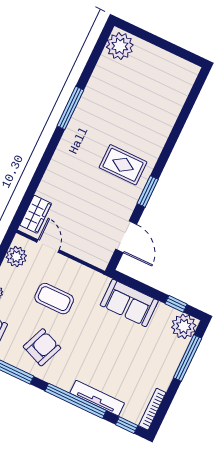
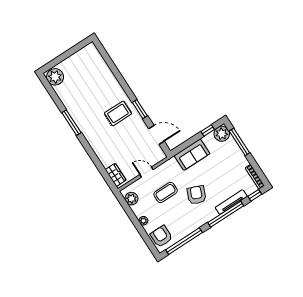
door: (48, 246) -> (146, 172), moved
armchair: (42, 347) -> (197, 195), moved

